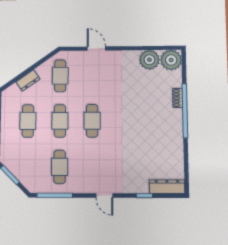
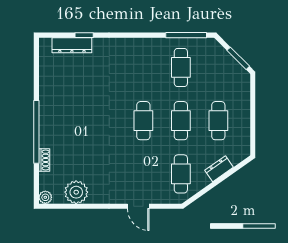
plant: (171, 60) -> (45, 197), width x0.53, depth x0.53
shoe rack: (178, 98) -> (44, 160), moved
dresser: (167, 187) -> (72, 45), moved
door: (104, 196) -> (130, 35), removed

